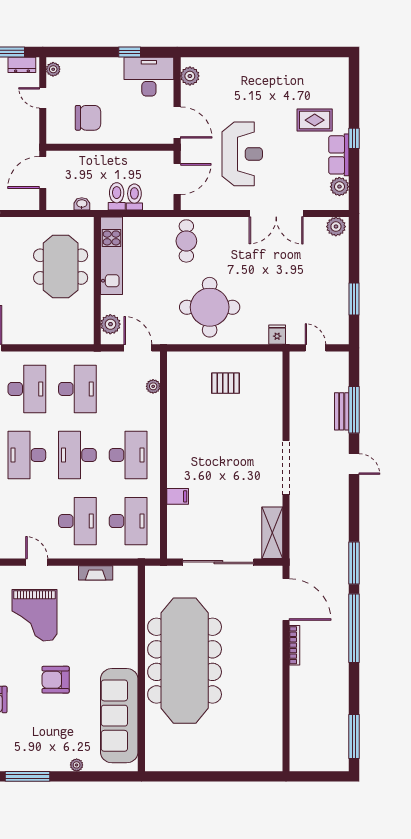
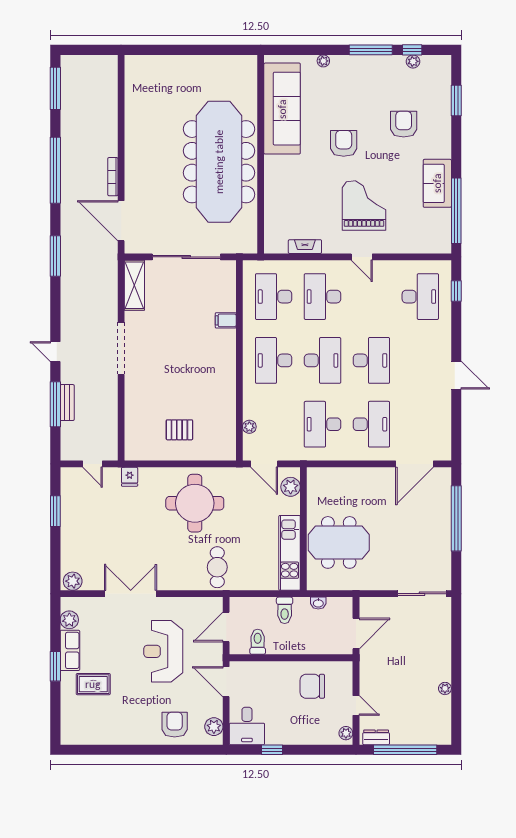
desk: (149, 77) -> (247, 726), width x0.73
armchair: (230, 78) -> (175, 725), added
window: (354, 138) -> (55, 666), width x1.50
toilet: (134, 197) -> (258, 642), moved, turned 180
meeting table: (61, 267) -> (339, 542), turned 90
desk: (27, 389) -> (371, 424), turned 180
window: (354, 628) -> (55, 170), moved
armchair: (56, 680) -> (344, 143), turned -90

